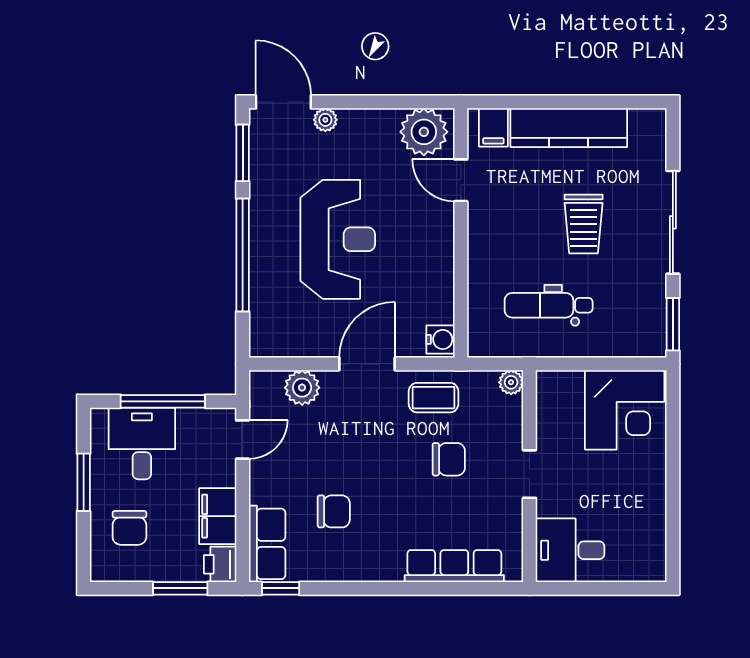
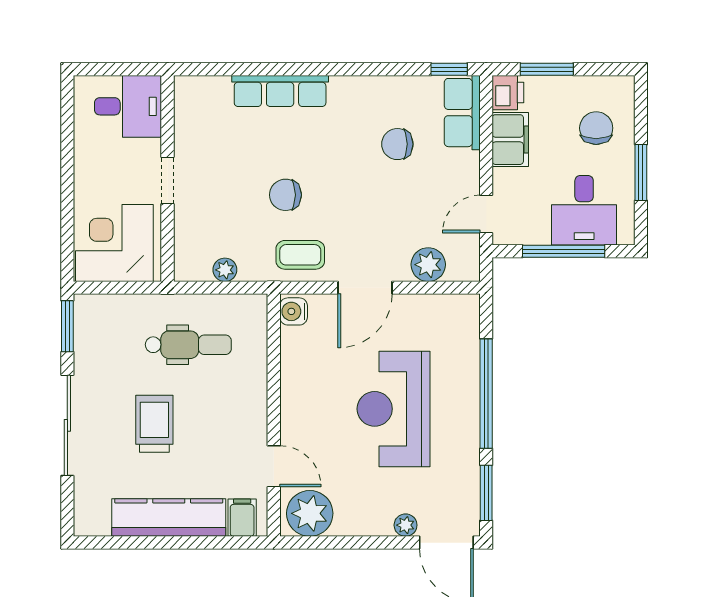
doorway: (529, 474) -> (168, 180), moved
wall: (529, 476) -> (168, 178), moved
desk: (570, 550) -> (128, 106), moved

